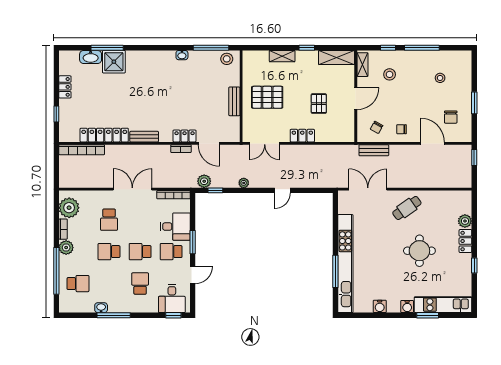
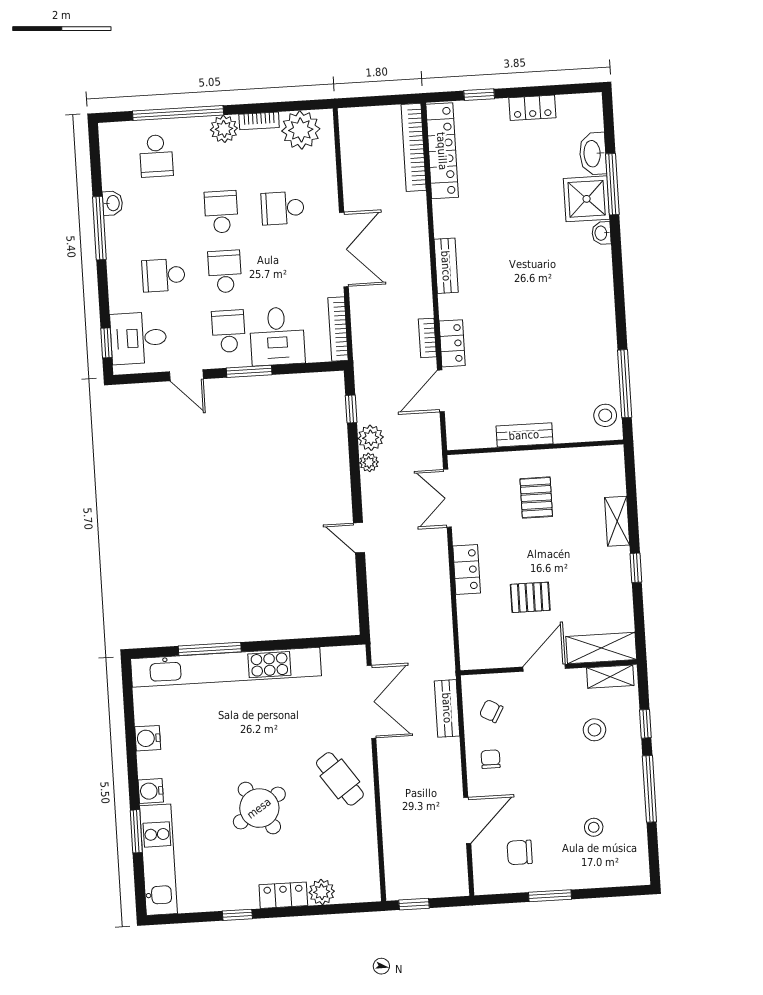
washbasin: (182, 55) -> (601, 233), moved
shelving: (337, 58) -> (601, 648), moved, turned 90
pallet: (267, 97) -> (536, 498), width x0.67, depth x0.71
door: (356, 99) -> (544, 668), swing flipped
locker: (104, 135) -> (442, 151), moved
window: (474, 158) -> (414, 904), moved
plant: (204, 181) -> (371, 438), moved
round table: (419, 251) -> (259, 808), turned -33
school desk: (140, 284) -> (163, 275), turned 180

